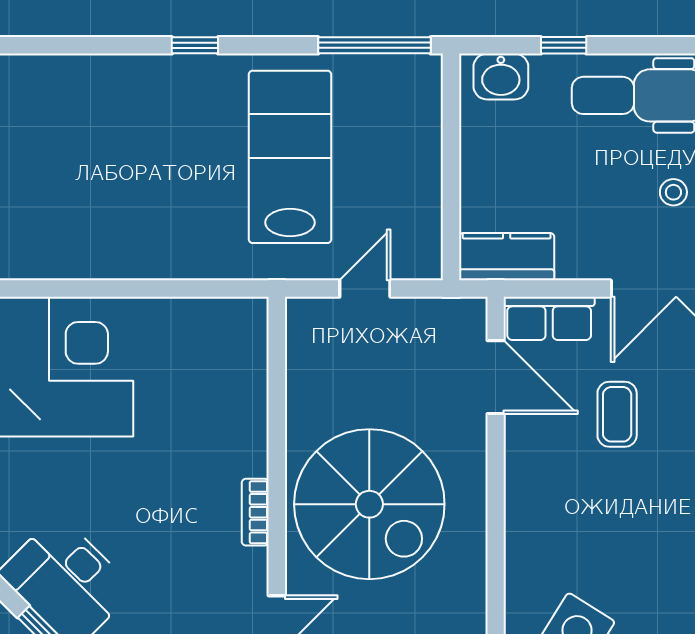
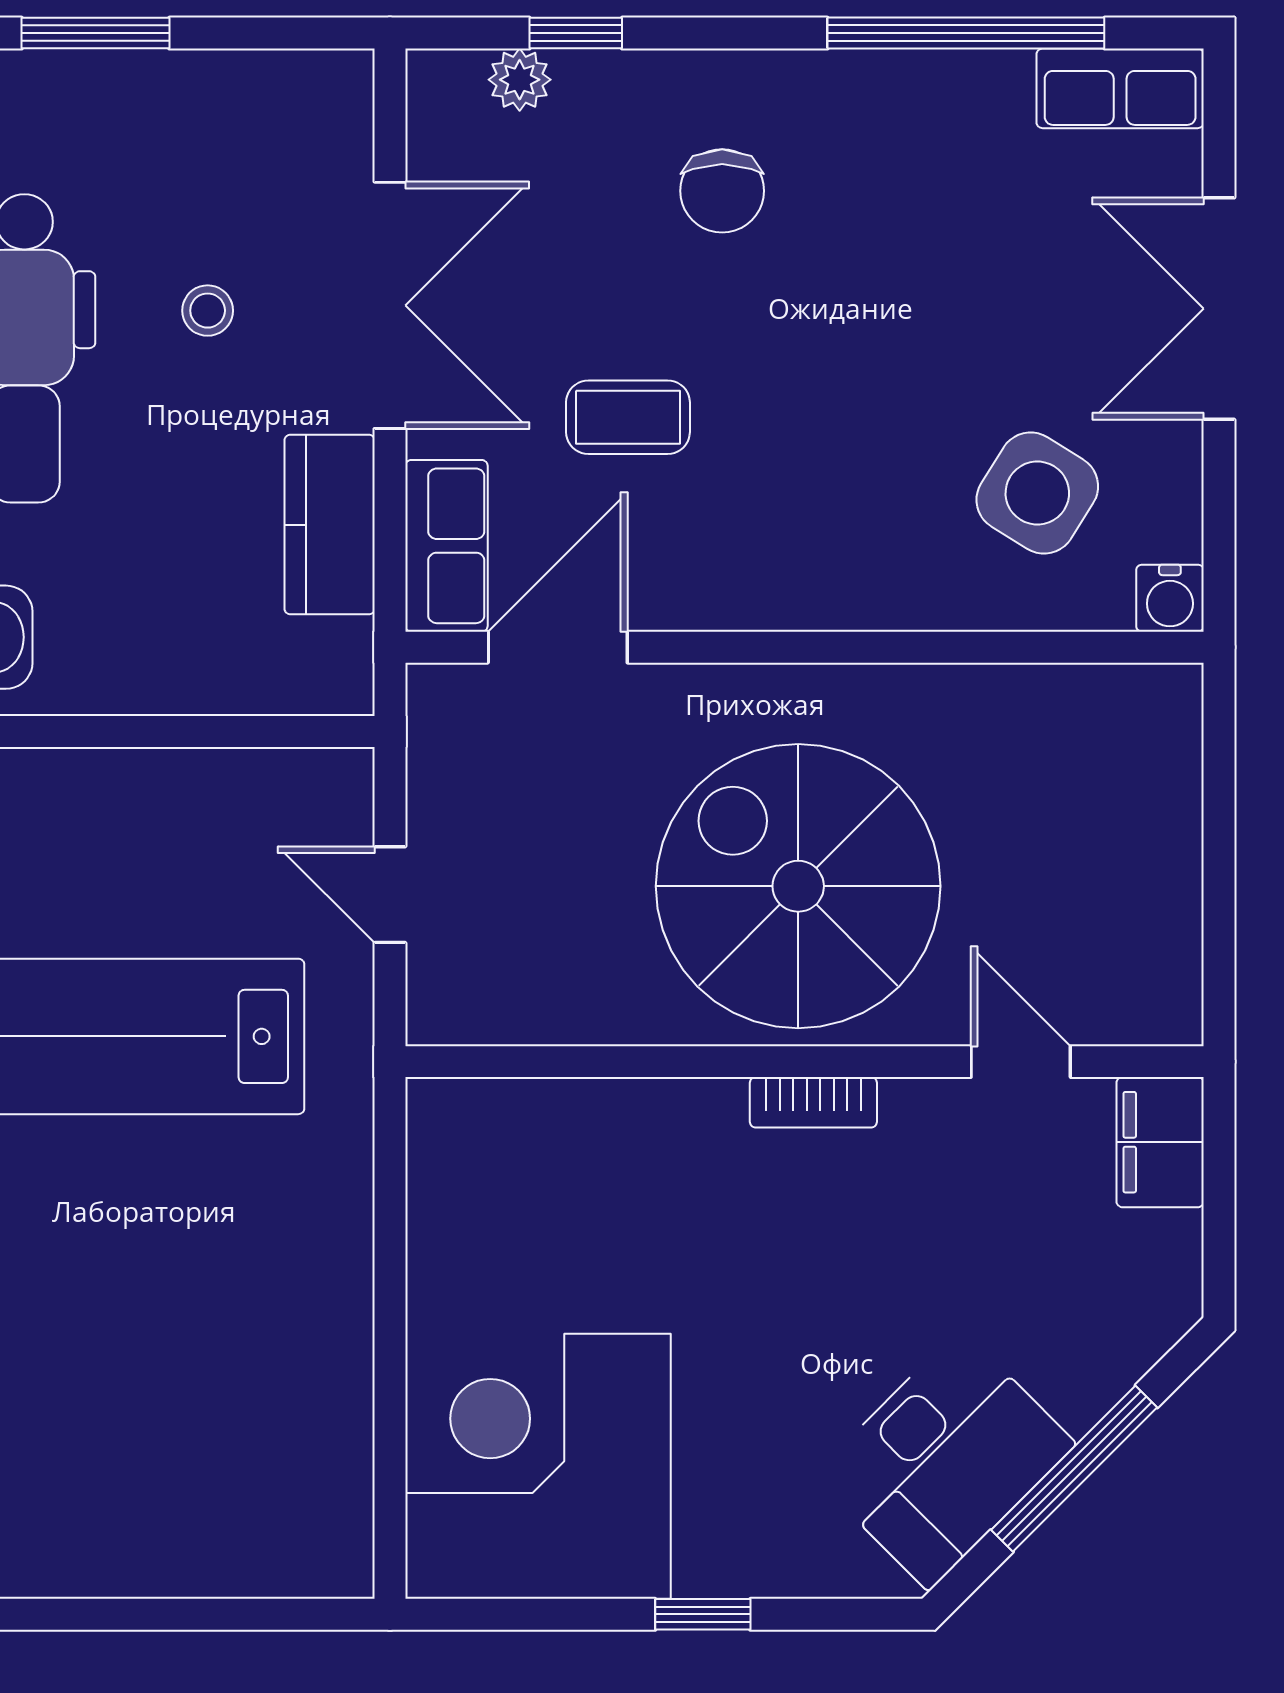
kitchen counter: (507, 257) -> (330, 525), moved
spiral stairs: (369, 504) -> (798, 886), turned -90

